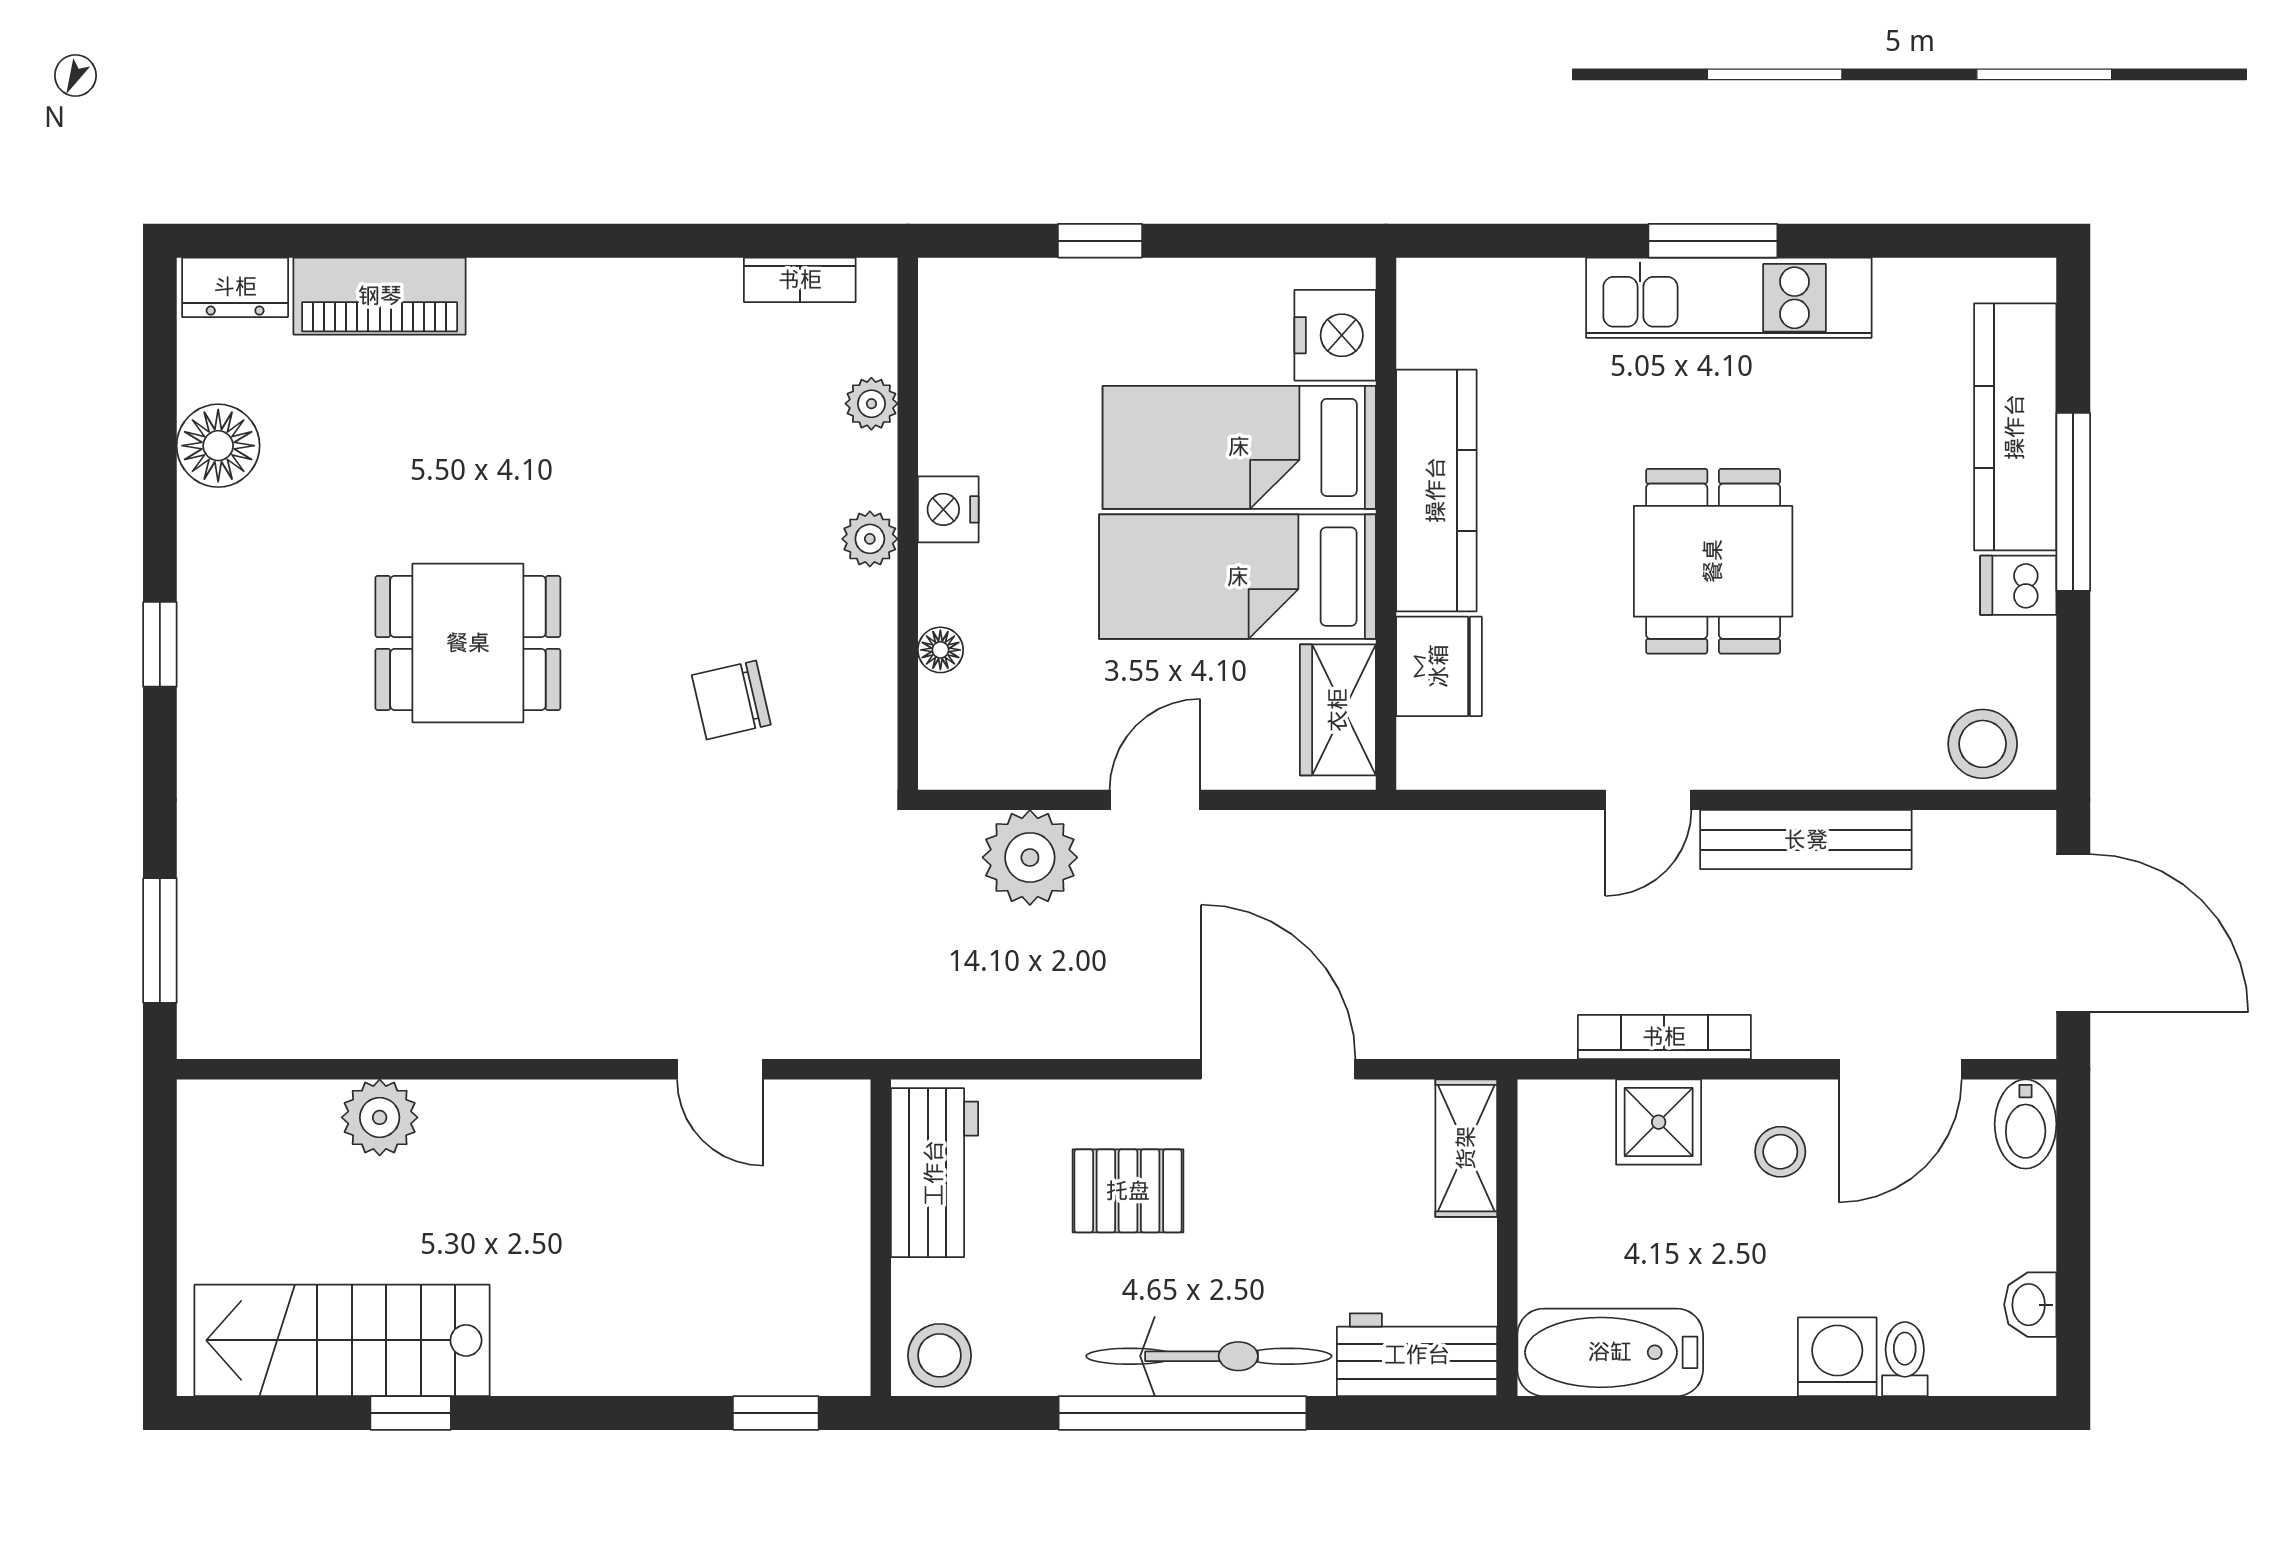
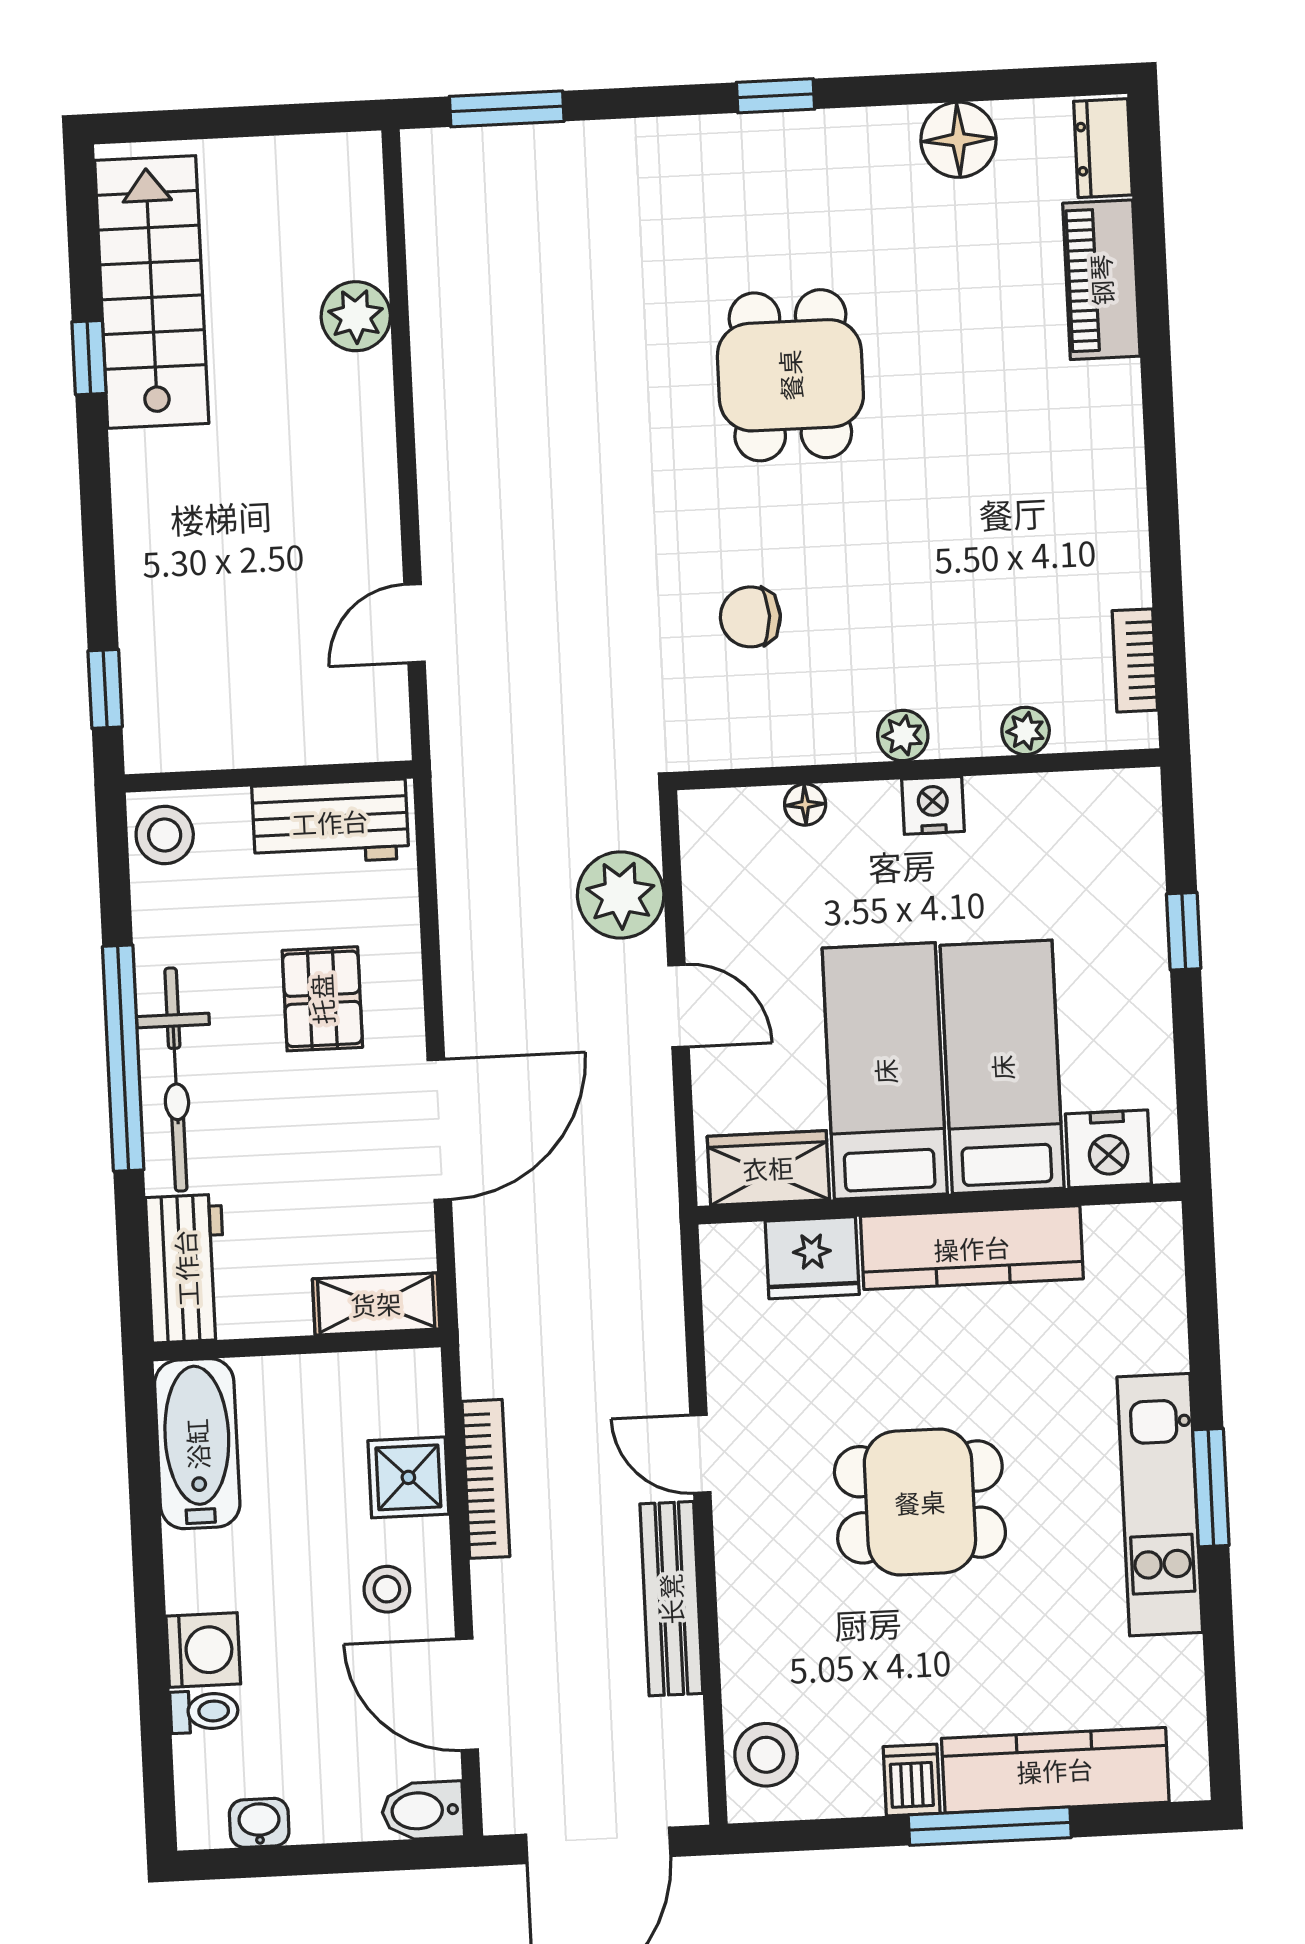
chair: (731, 700) -> (750, 617), turned -77

